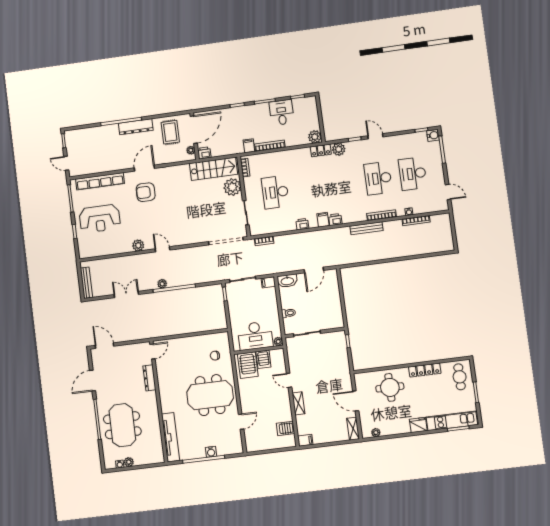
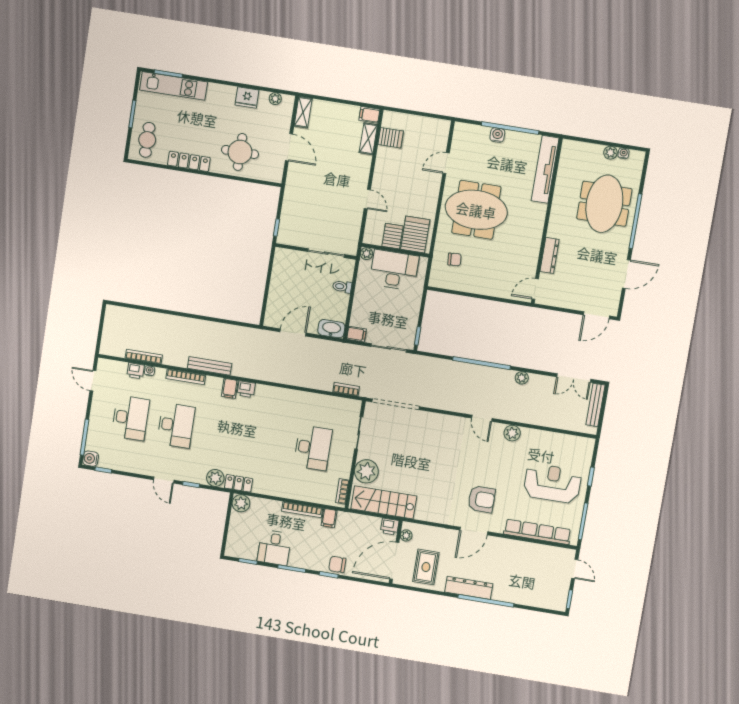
chair: (233, 114) -> (337, 564), added
filing cabinet: (323, 220) -> (230, 388), moved
printer: (302, 224) -> (135, 371), moved
plant: (162, 284) -> (522, 378), moved
double door: (126, 295) -> (574, 378), moved
door: (105, 346) -> (596, 315), hinge flipped
shelving: (298, 403) -> (368, 139), moved
fridge: (418, 425) -> (247, 98), moved

